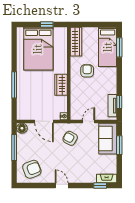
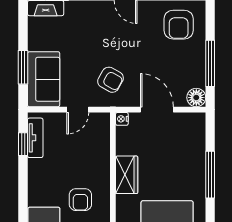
armchair: (32, 169) -> (179, 25), turned -69

